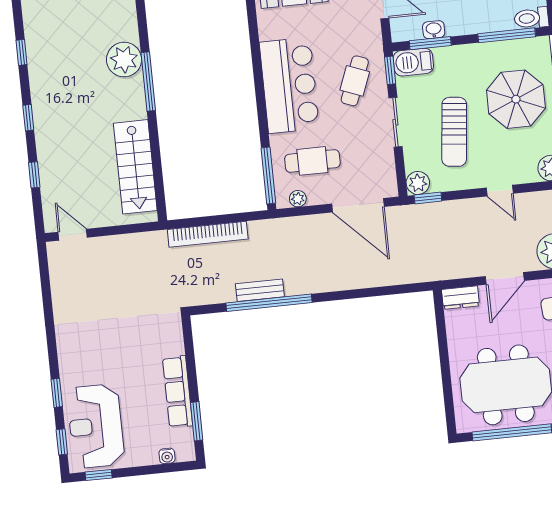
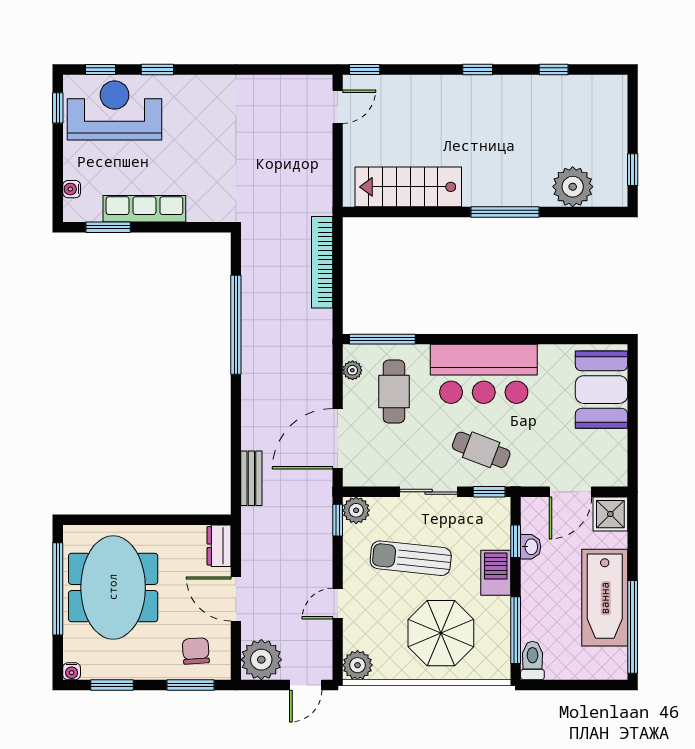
window: (430, 43) -> (516, 541), width x0.67
plant: (124, 60) -> (573, 187), moved
barbecue: (413, 62) -> (496, 573), moved
window: (34, 175) -> (365, 70), moved
bench: (260, 290) -> (251, 478), moved

